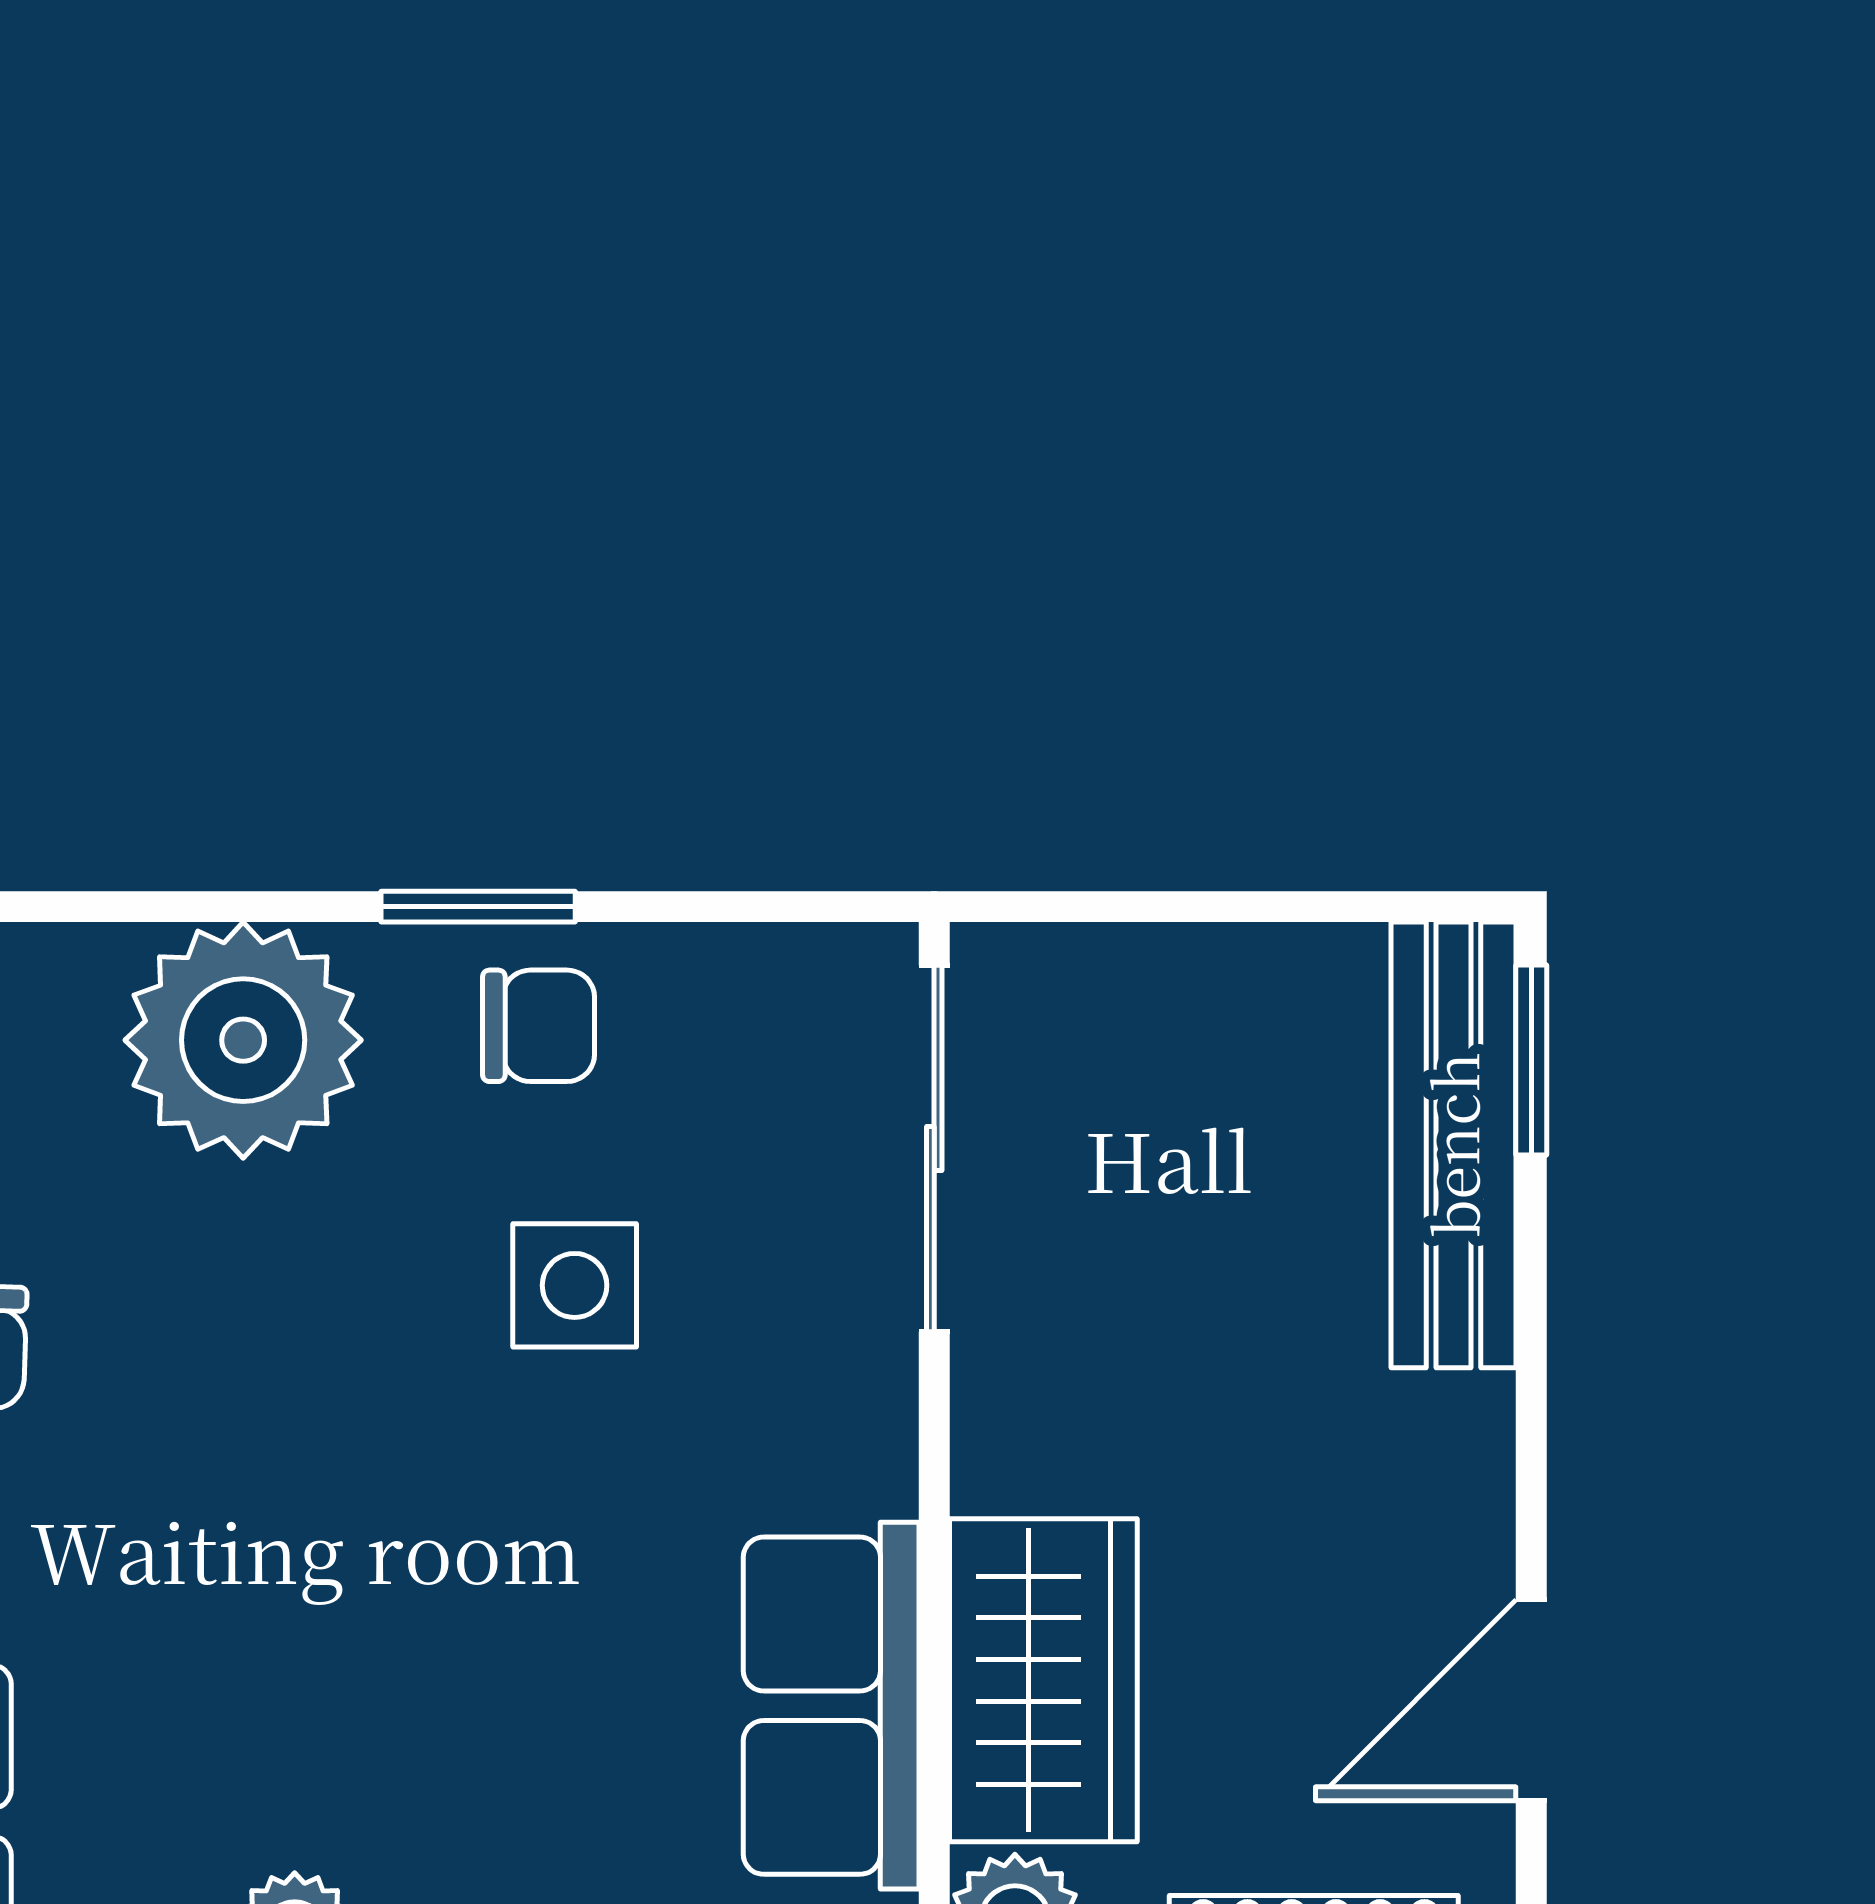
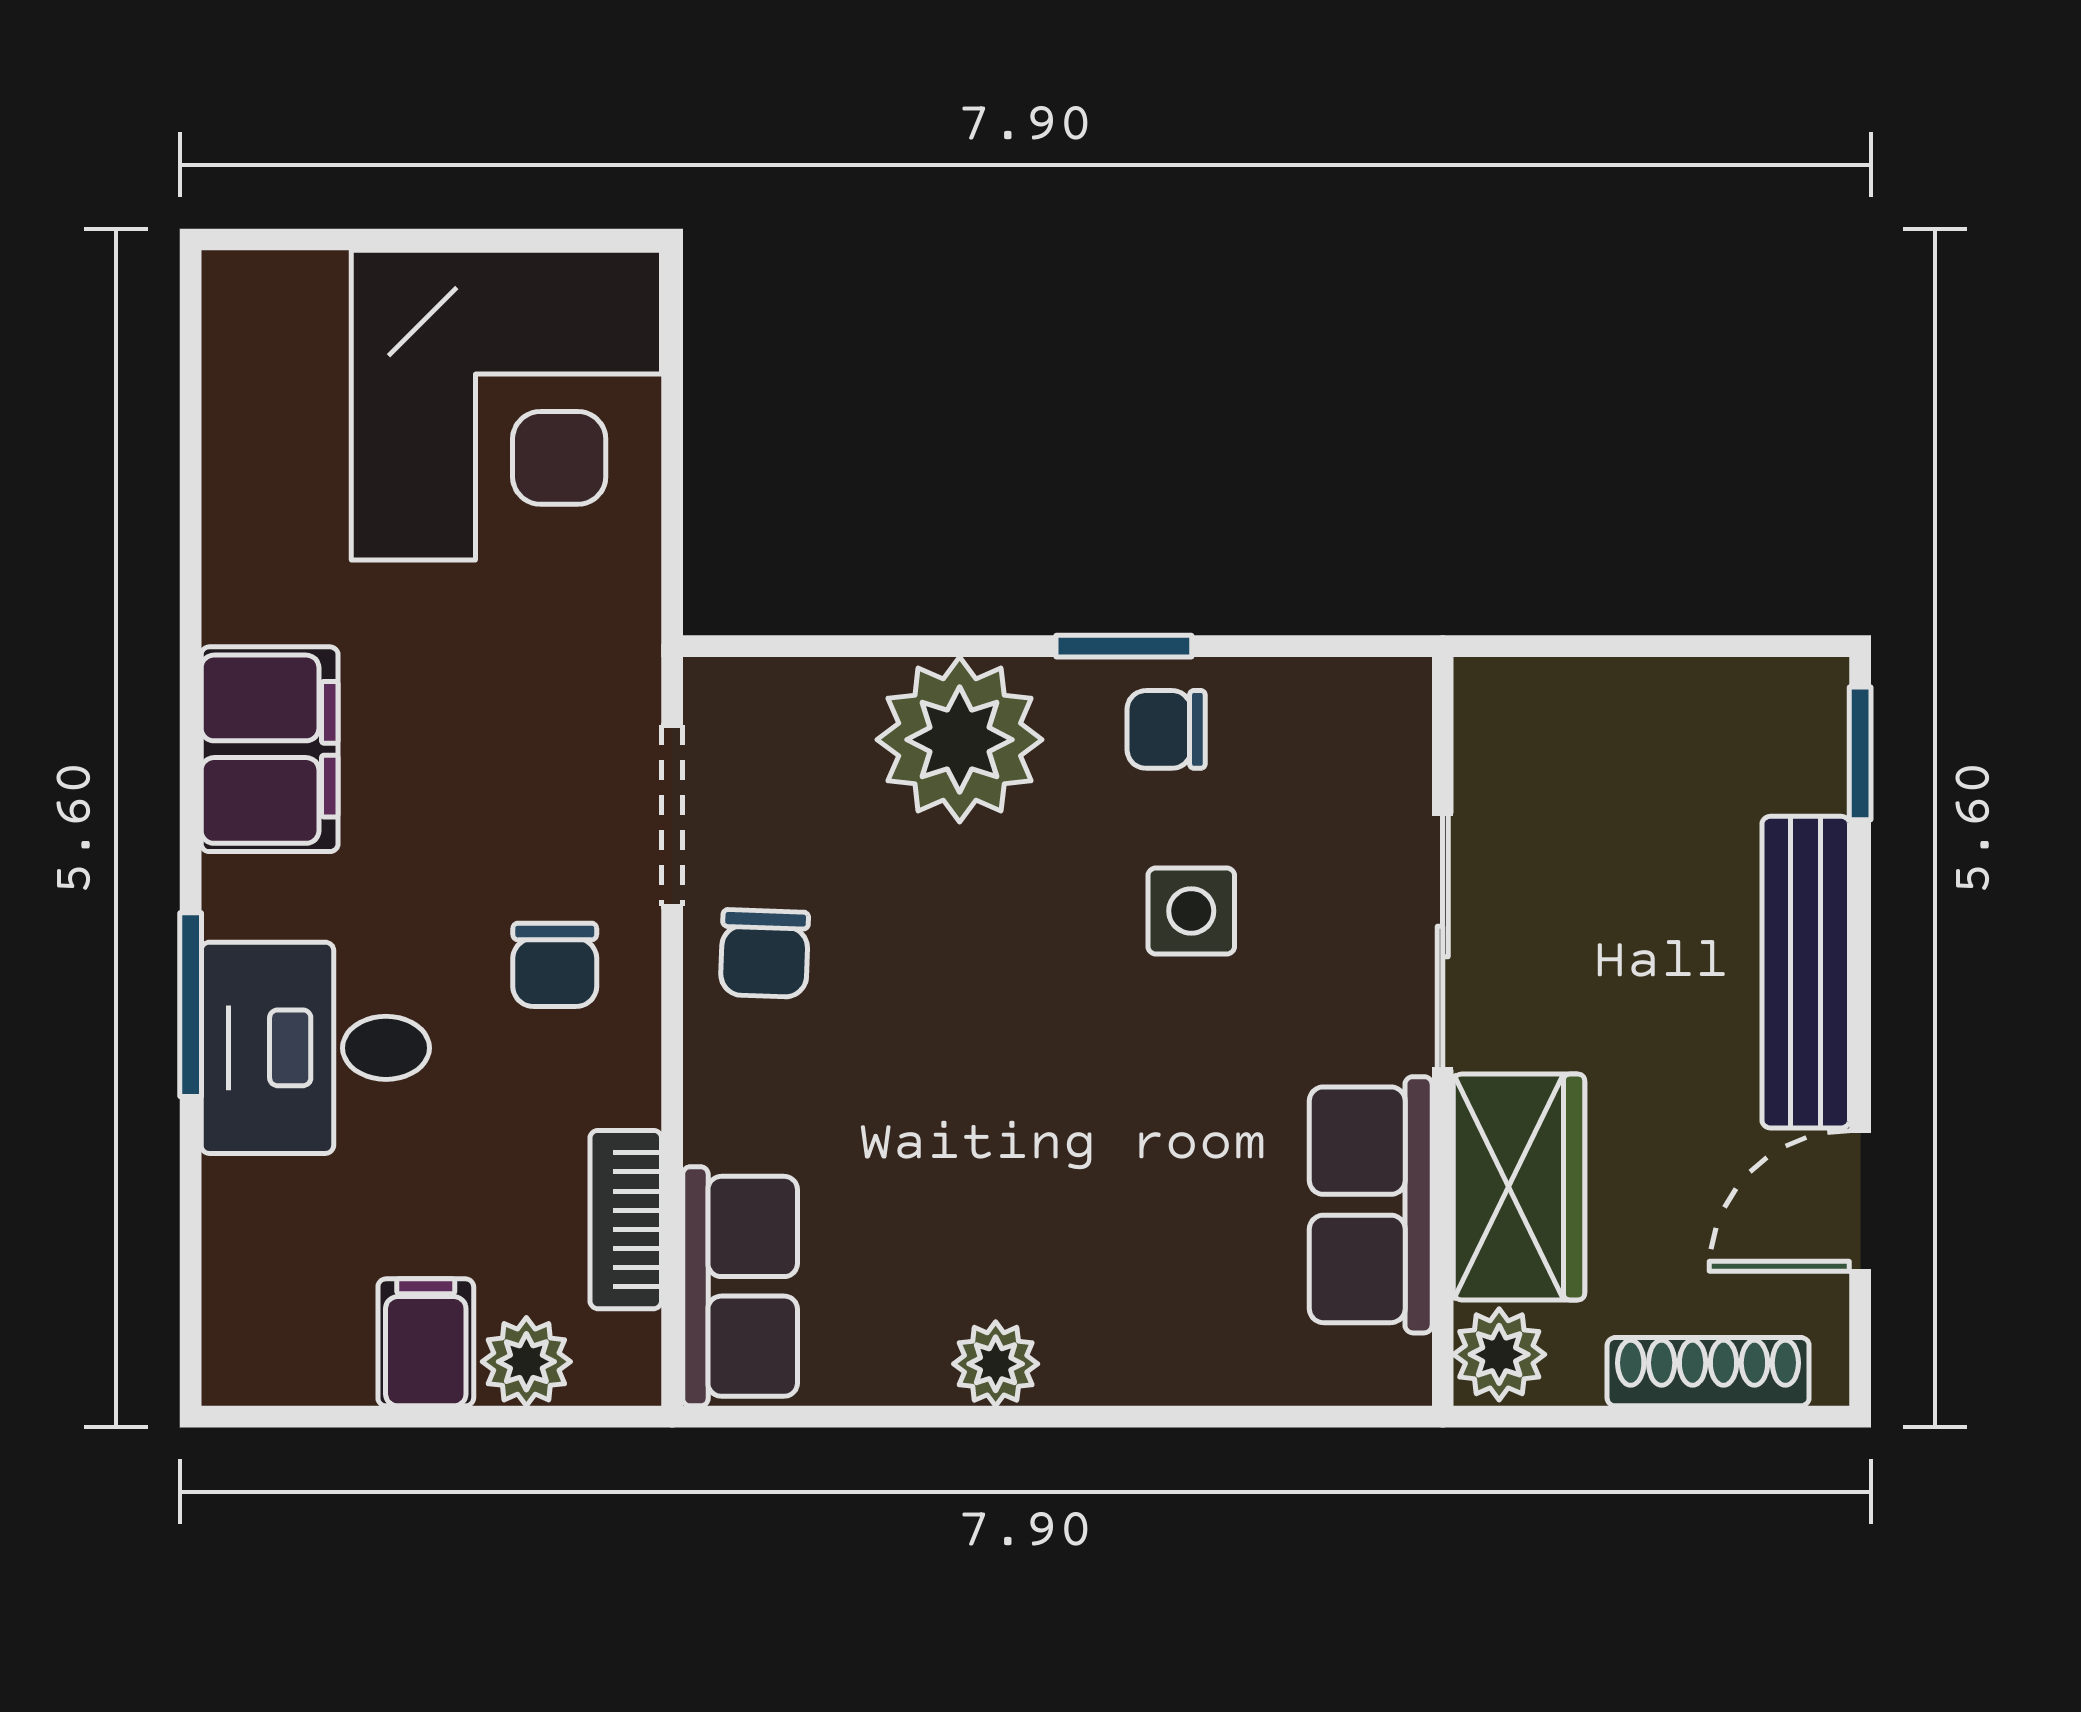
chair: (539, 1026) -> (1166, 729), turned 180
bench: (1453, 1145) -> (1806, 972), moved
sliding door: (934, 1148) -> (1443, 942), moved

